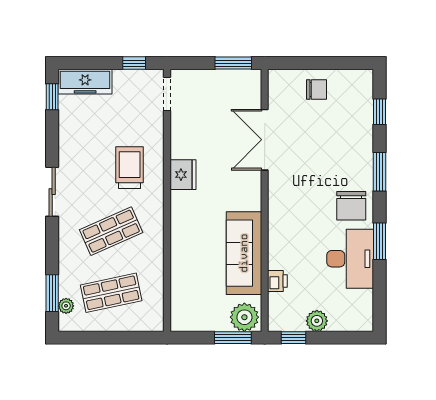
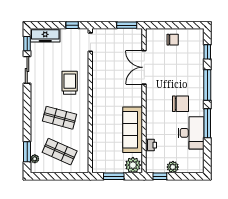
window: (380, 172) -> (207, 85), width x1.44
fridge: (183, 175) -> (99, 87), removed
sliding door: (52, 192) -> (27, 70), moved
chair: (351, 206) -> (180, 104), moved, turned -90
shop shelf: (111, 231) -> (60, 118), turned 39
window: (380, 241) -> (207, 123), width x1.44
shop shelf: (111, 293) -> (60, 152), turned 36
window: (233, 338) -> (114, 176), moved

